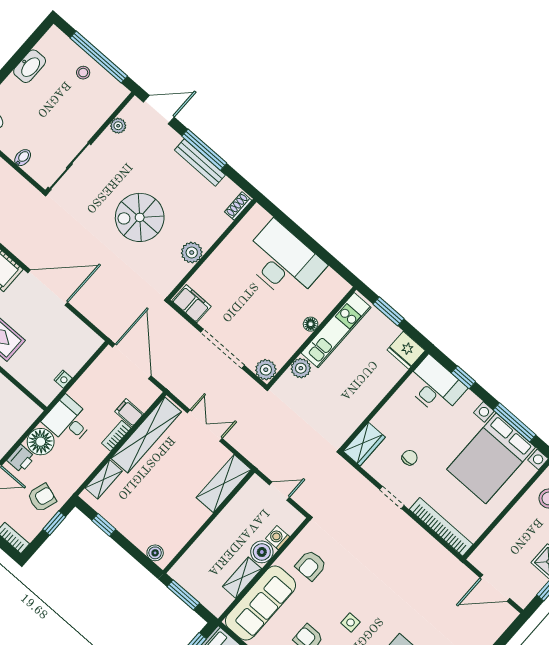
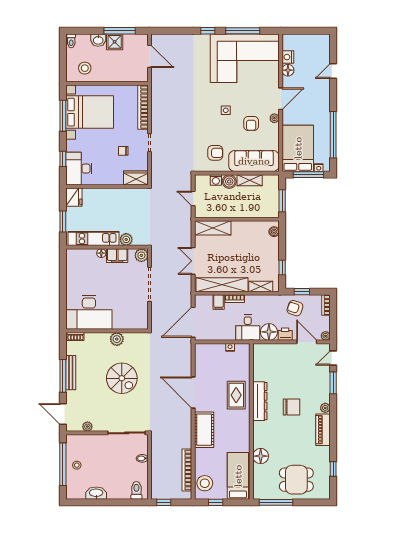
desk: (283, 262) -> (89, 312), moved, turned -90
filing cabinet: (192, 304) -> (117, 256), moved, turned -90

